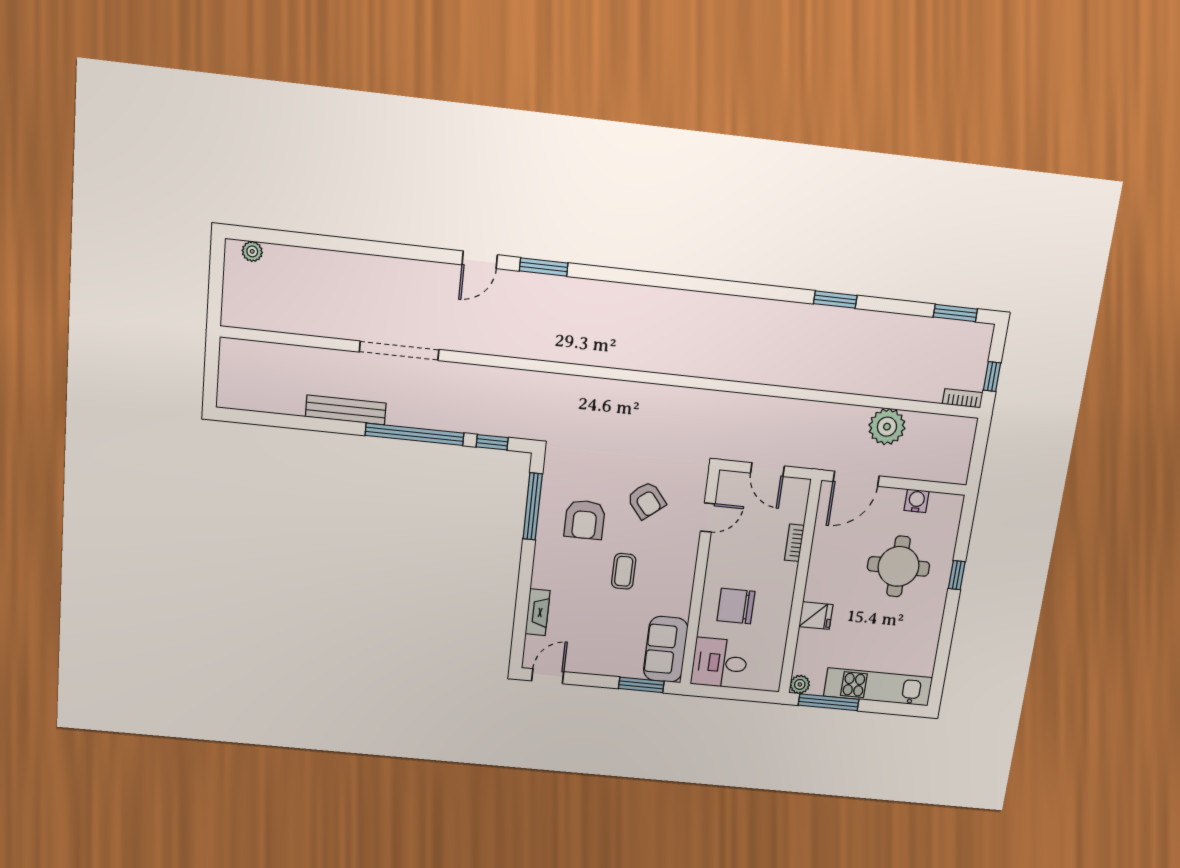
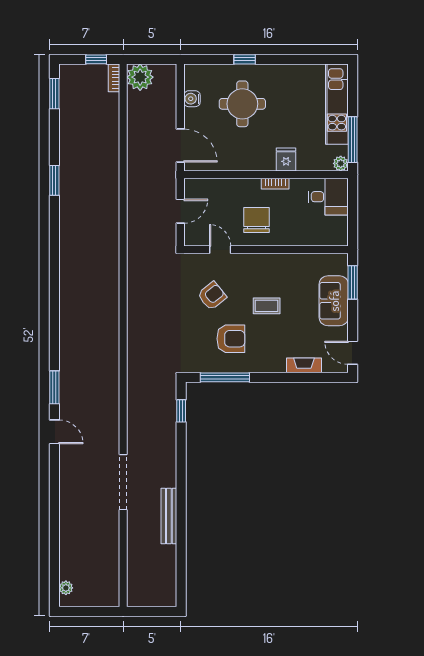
plant: (887, 427) -> (140, 77), moved
window: (415, 434) -> (181, 466), removed
bookcase: (794, 543) -> (275, 184), moved
chair: (736, 606) -> (257, 220), moved, turned 180
sofa: (666, 649) -> (334, 301), moved, turned 90
desk: (720, 663) -> (328, 197), moved, turned -90

